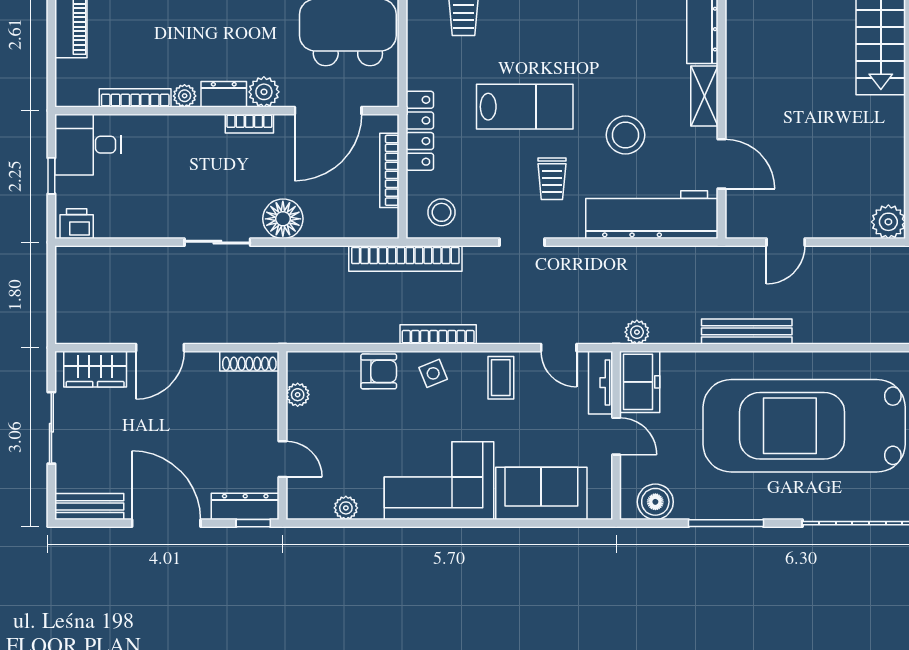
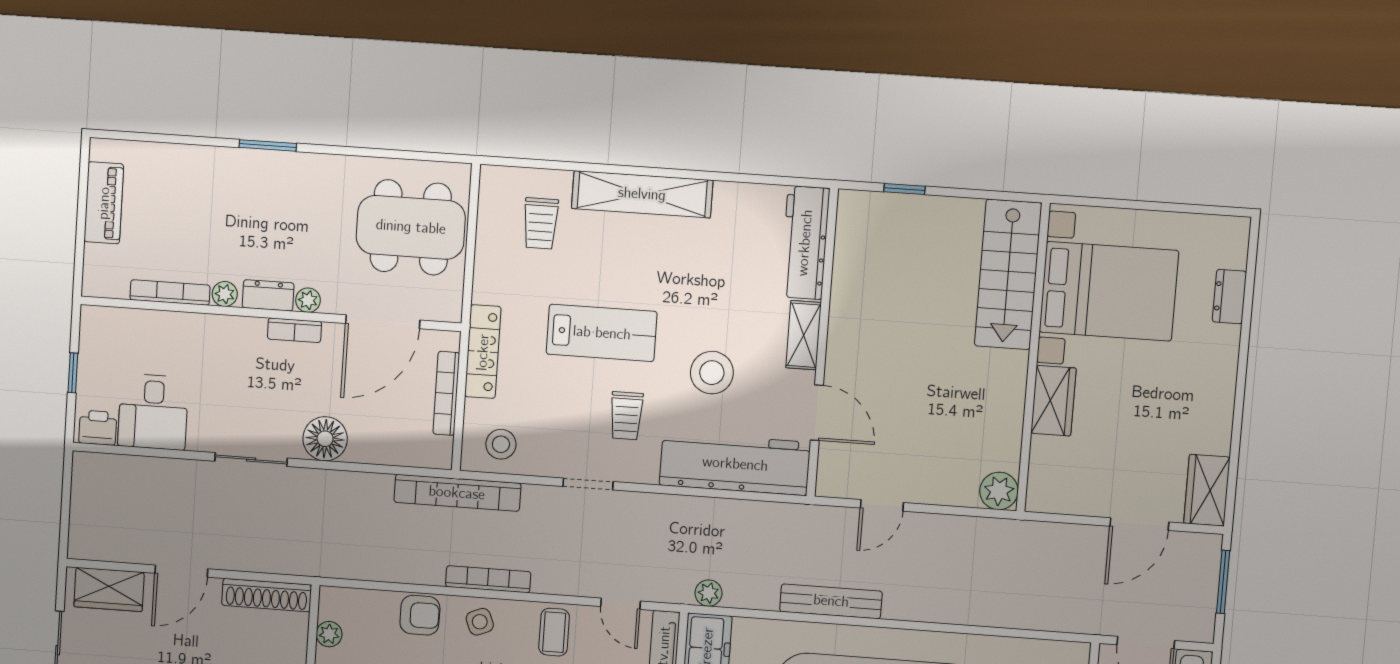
plant: (264, 92) -> (308, 300), width x0.73, depth x0.73
desk: (88, 145) -> (153, 412), moved, turned -90
shoe rack: (249, 361) -> (267, 595), width x1.36, depth x1.24

